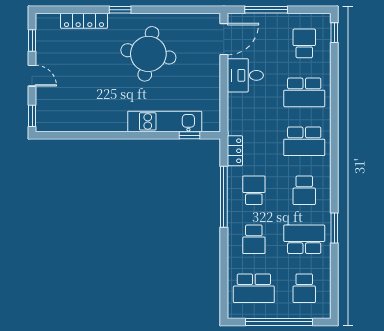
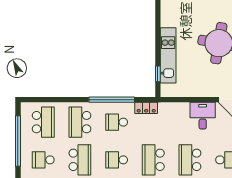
school desk: (254, 190) -> (117, 122), turned 180
school desk: (254, 239) -> (80, 122), width x1.85
school desk: (254, 288) -> (43, 122), turned 180

